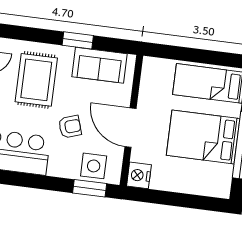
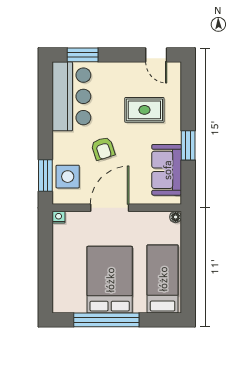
floor lamp: (148, 62) -> (176, 217), added
rug: (36, 80) -> (144, 110), width x0.73, depth x0.70
nightstand: (139, 175) -> (59, 217), width x0.53, depth x0.56

